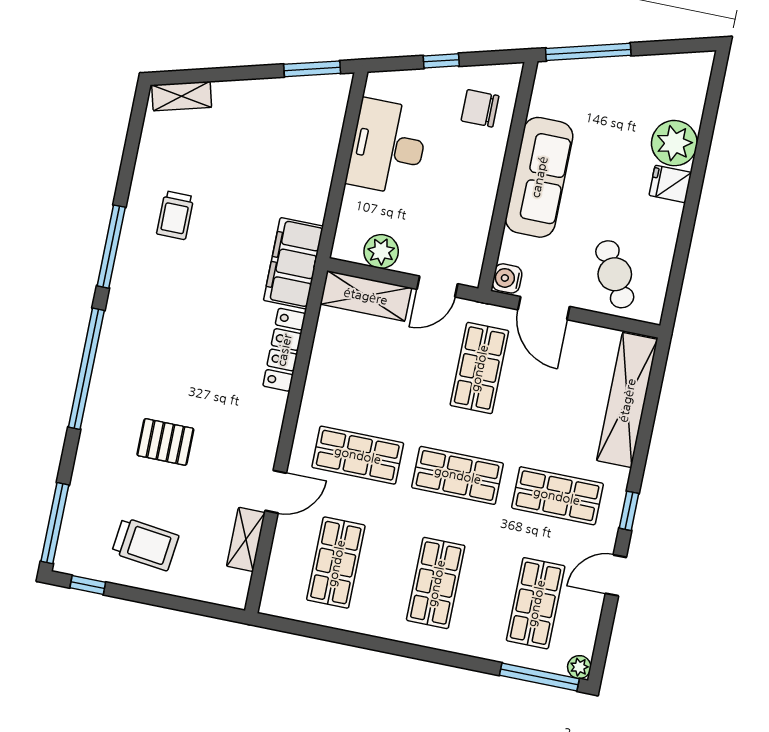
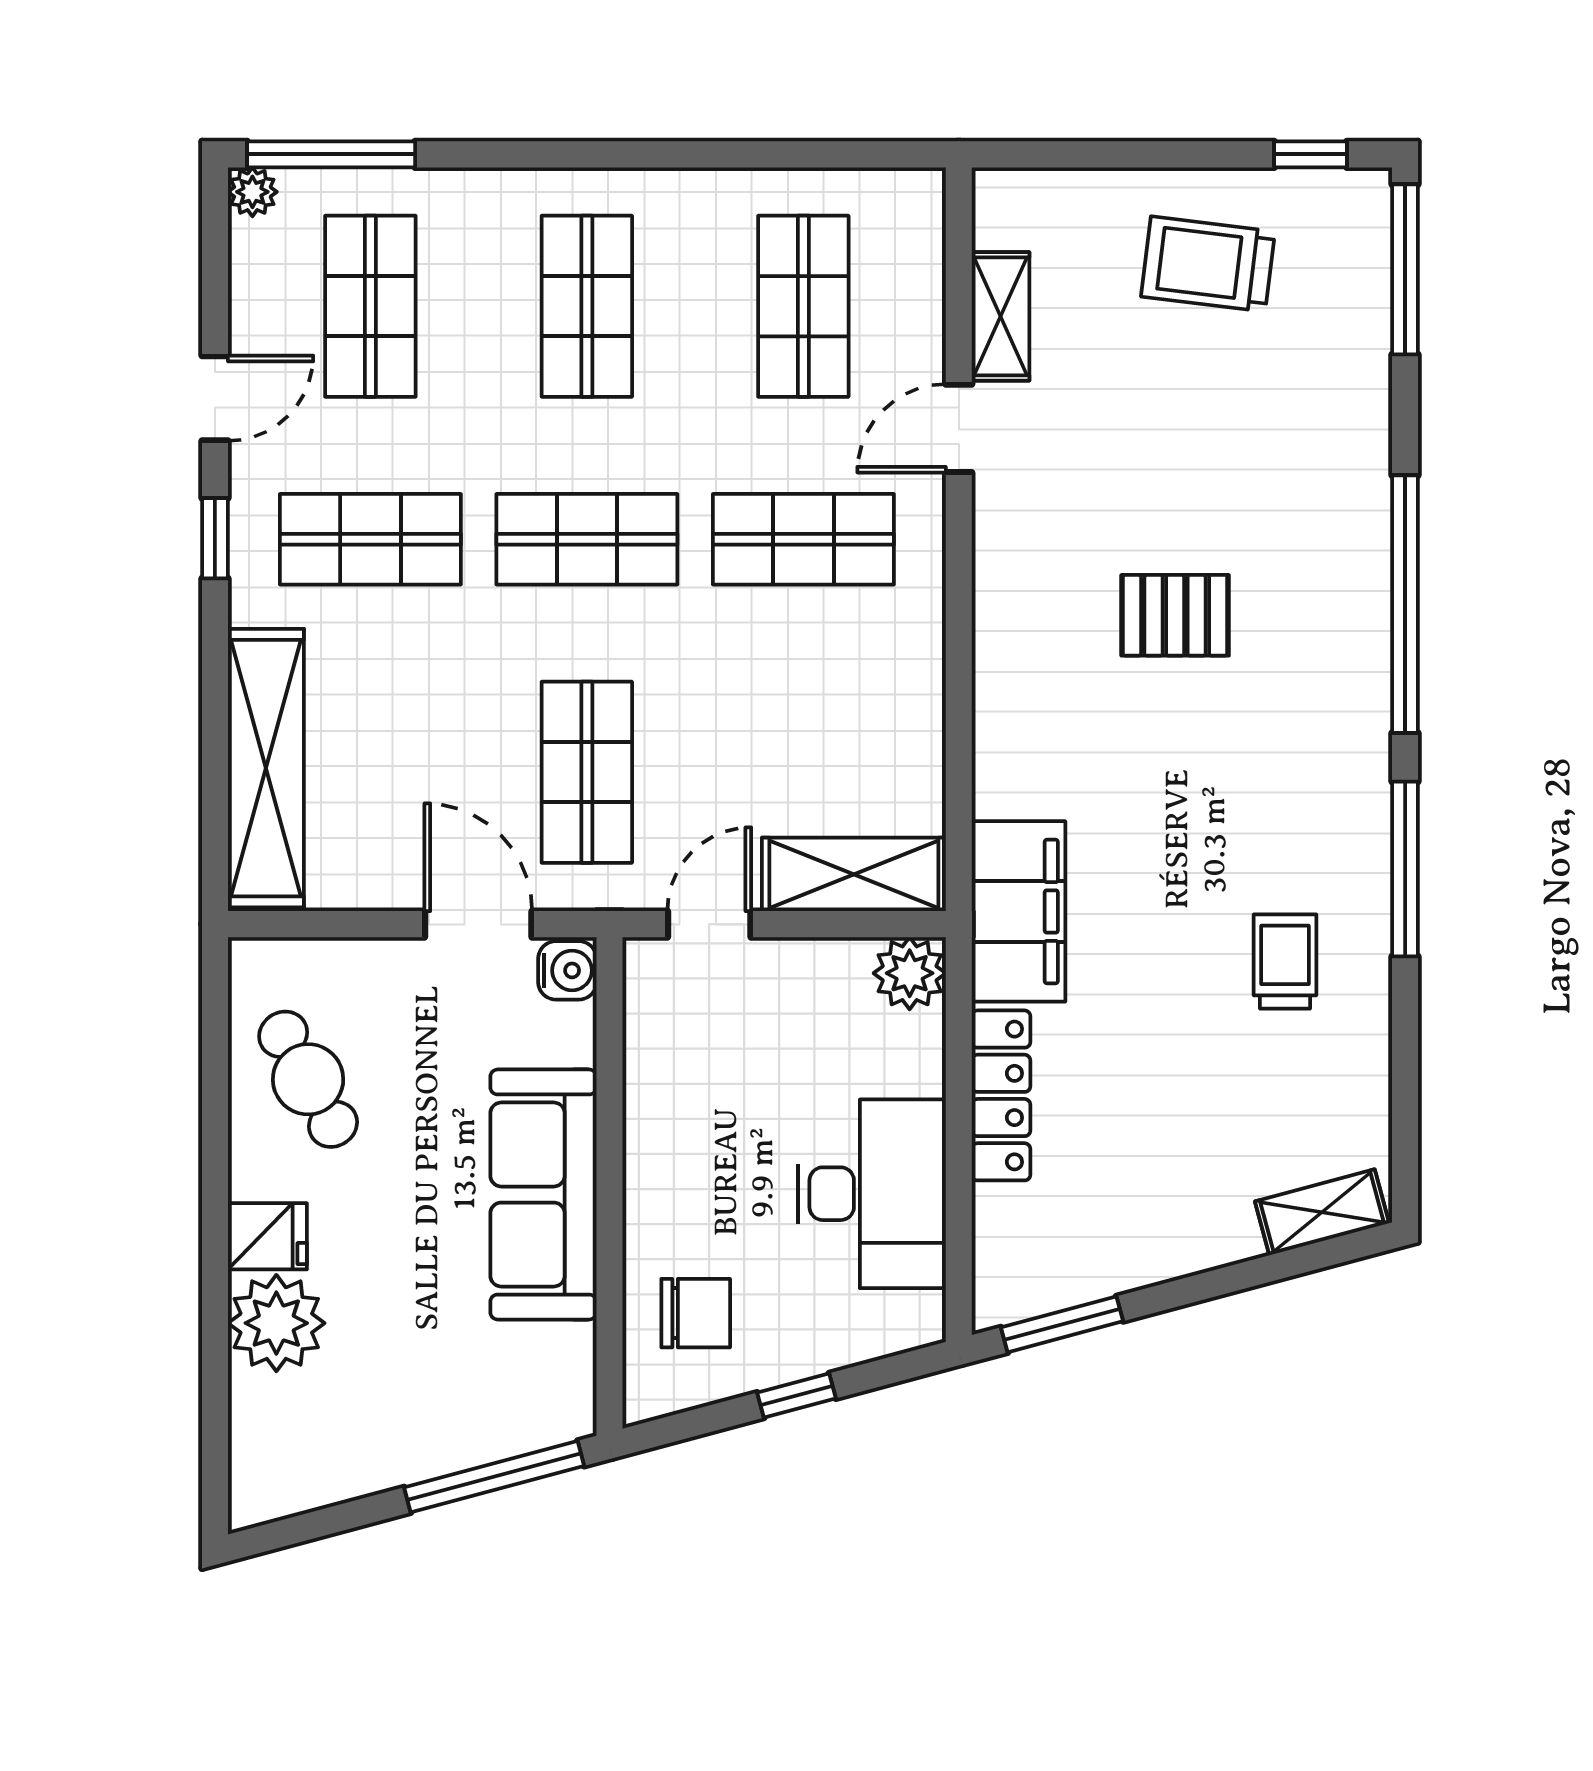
plant: (381, 251) -> (910, 973), moved
cafe table: (615, 274) -> (308, 1079), moved
locker: (284, 350) -> (1001, 1095), moved
pallet: (165, 442) -> (1175, 615), moved

